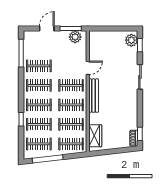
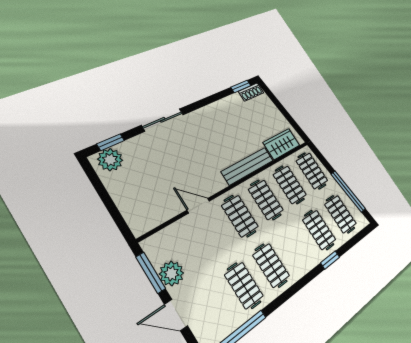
plant: (75, 37) -> (171, 273), moved
bench: (94, 96) -> (248, 166), moved
clothes rail: (39, 105) -> (296, 247), removed

